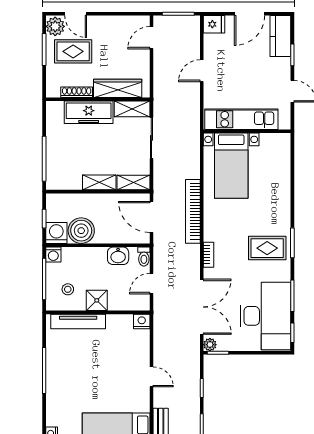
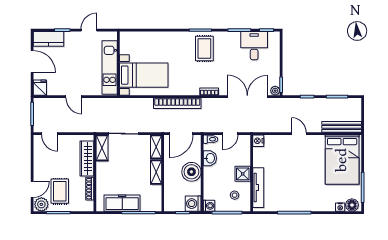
freezer: (89, 112) -> (122, 203), moved, turned -90
boiler: (81, 231) -> (191, 172), moved
door: (151, 284) -> (230, 134), hinge flipped
desk: (265, 316) -> (254, 46), width x0.53, depth x0.77
door: (151, 377) -> (299, 134), hinge flipped

